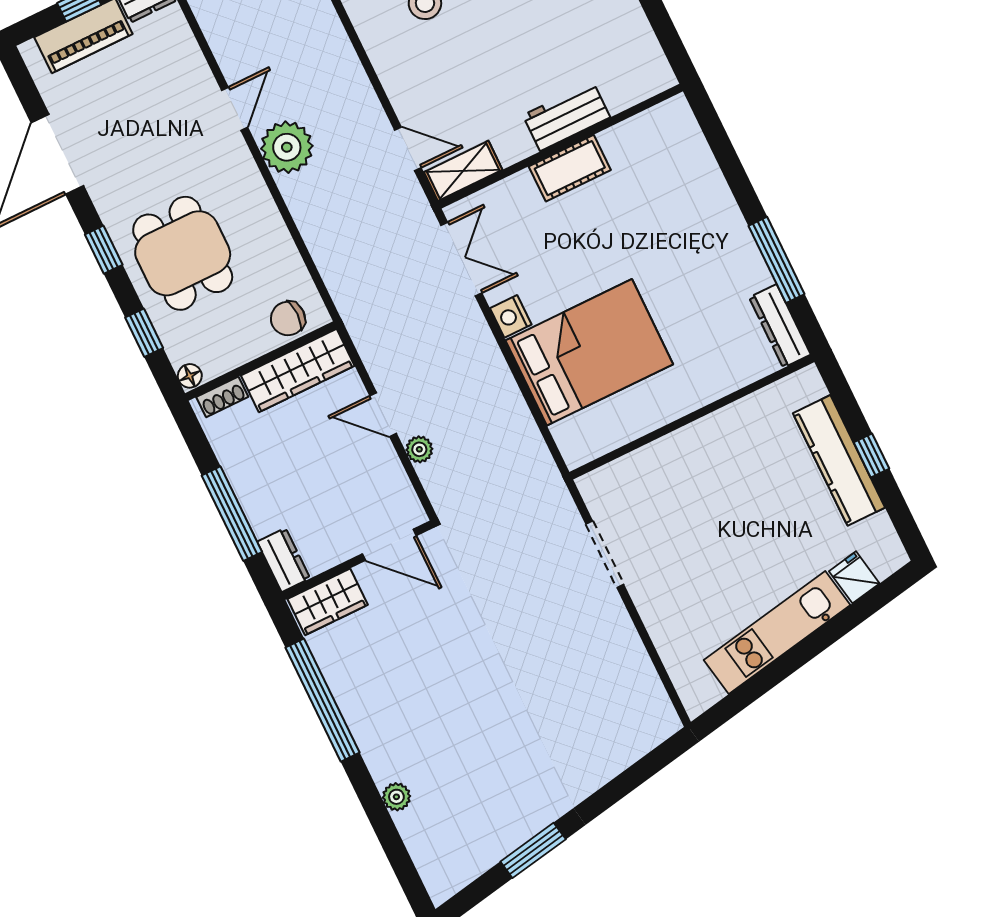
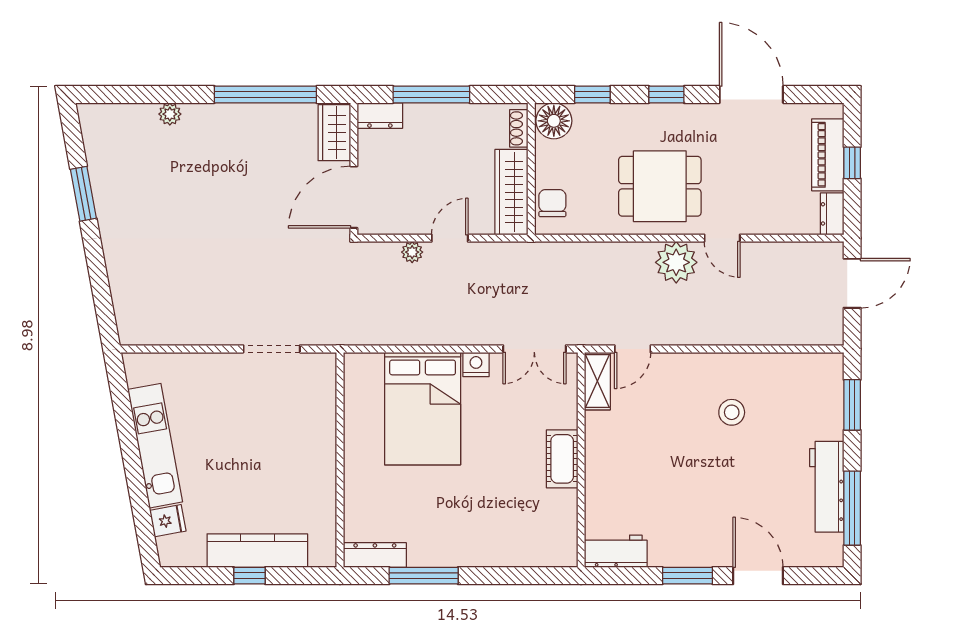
workbench: (567, 116) -> (616, 551), moved, turned -90
dining table: (183, 253) -> (660, 186), moved
floor lamp: (190, 376) -> (554, 121), width x1.89, depth x1.89
door: (389, 545) -> (354, 197), width x1.36

